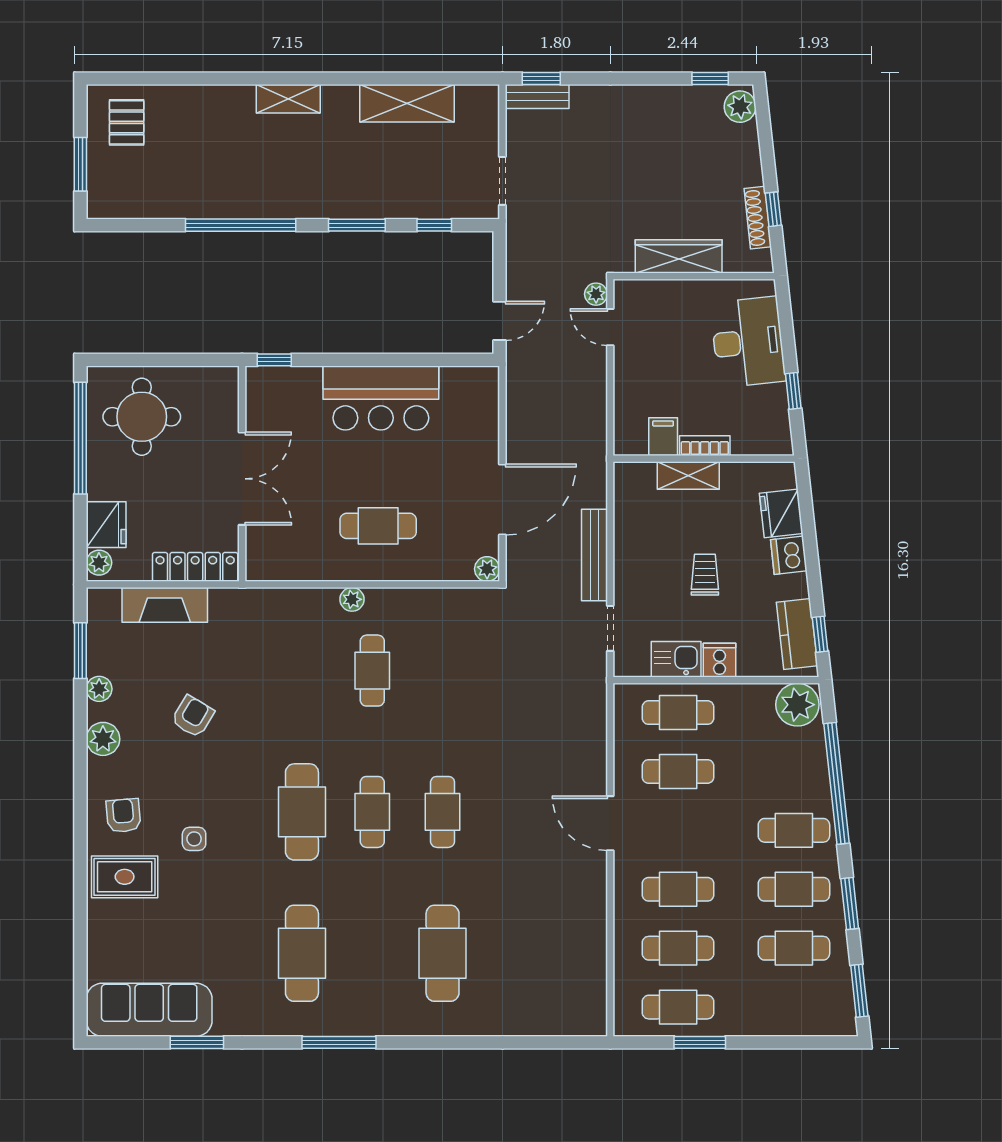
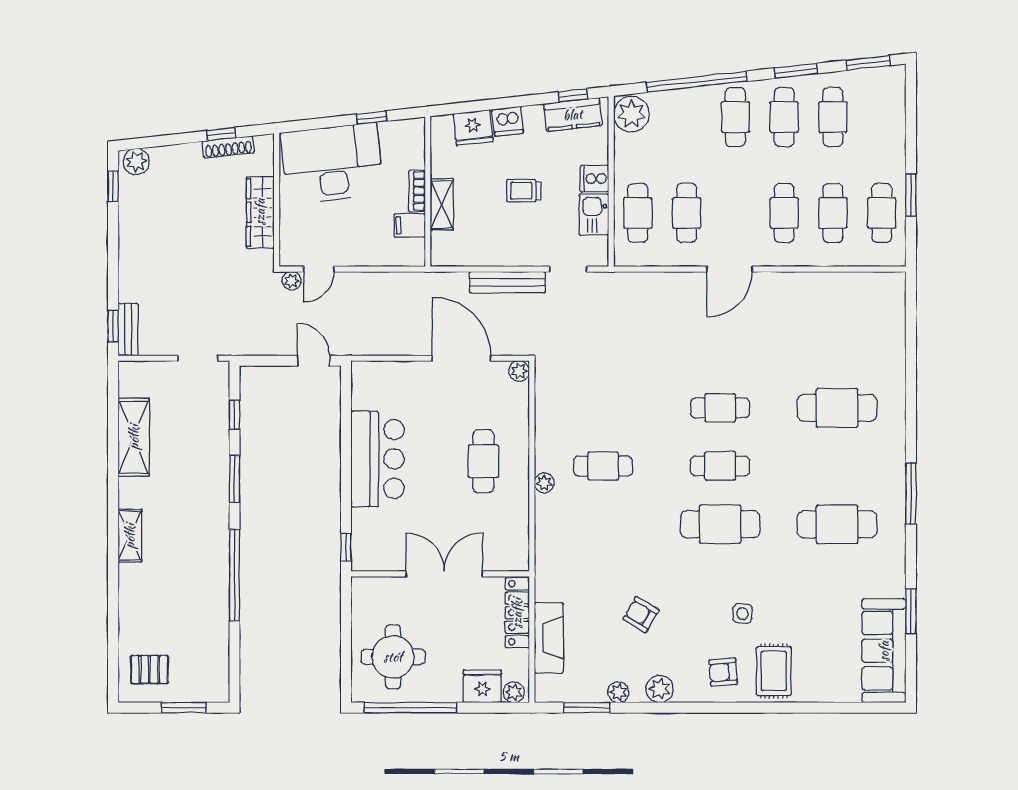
desk: (748, 342) -> (332, 164), width x1.36, depth x1.30

